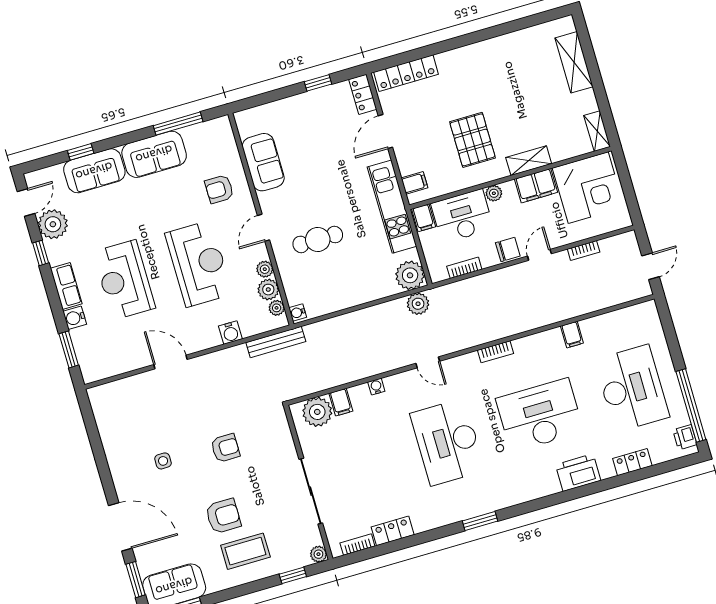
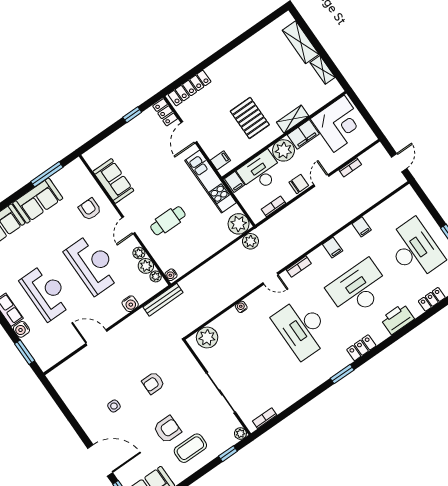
shelving: (597, 131) -> (323, 70), moved
armchair: (219, 189) -> (90, 209), turned 90
plant: (494, 193) -> (283, 150), width x1.87, depth x1.87
reception desk: (124, 280) -> (46, 292), turned 180
bookcase: (495, 352) -> (299, 267), moved
filing cabinet: (341, 402) -> (333, 247), moved
armchair: (225, 448) -> (153, 383), turned 180
locker: (393, 531) -> (361, 348), moved

